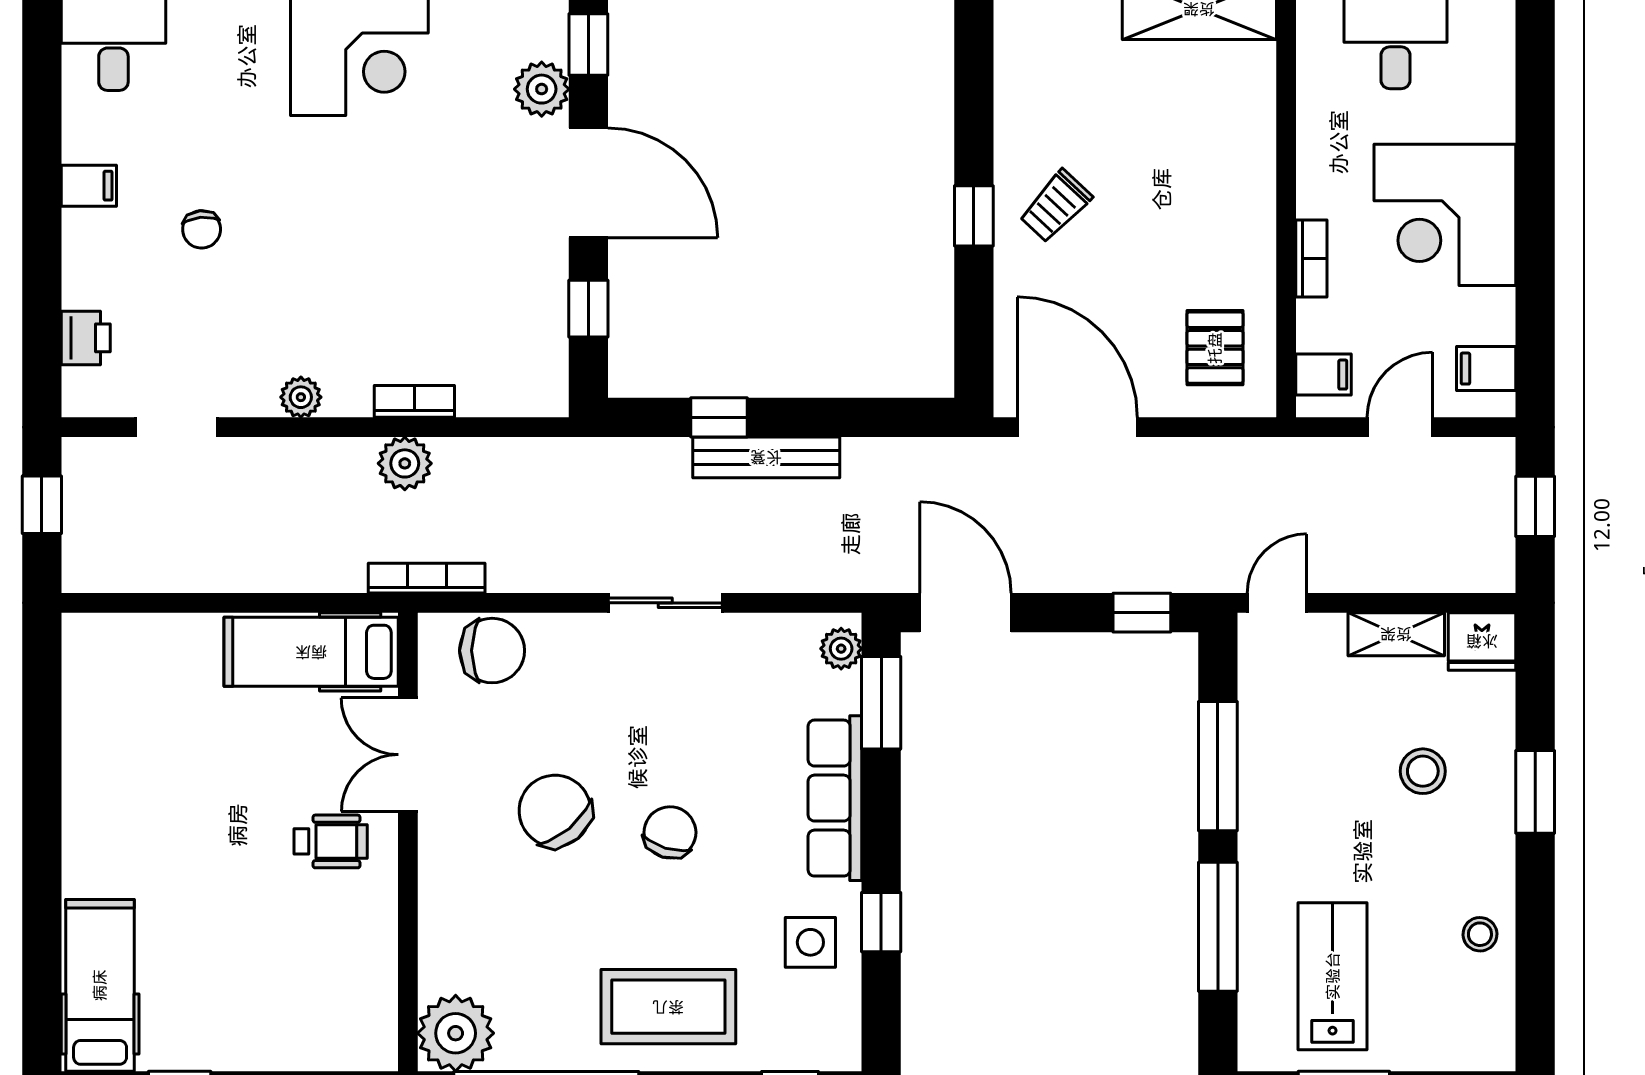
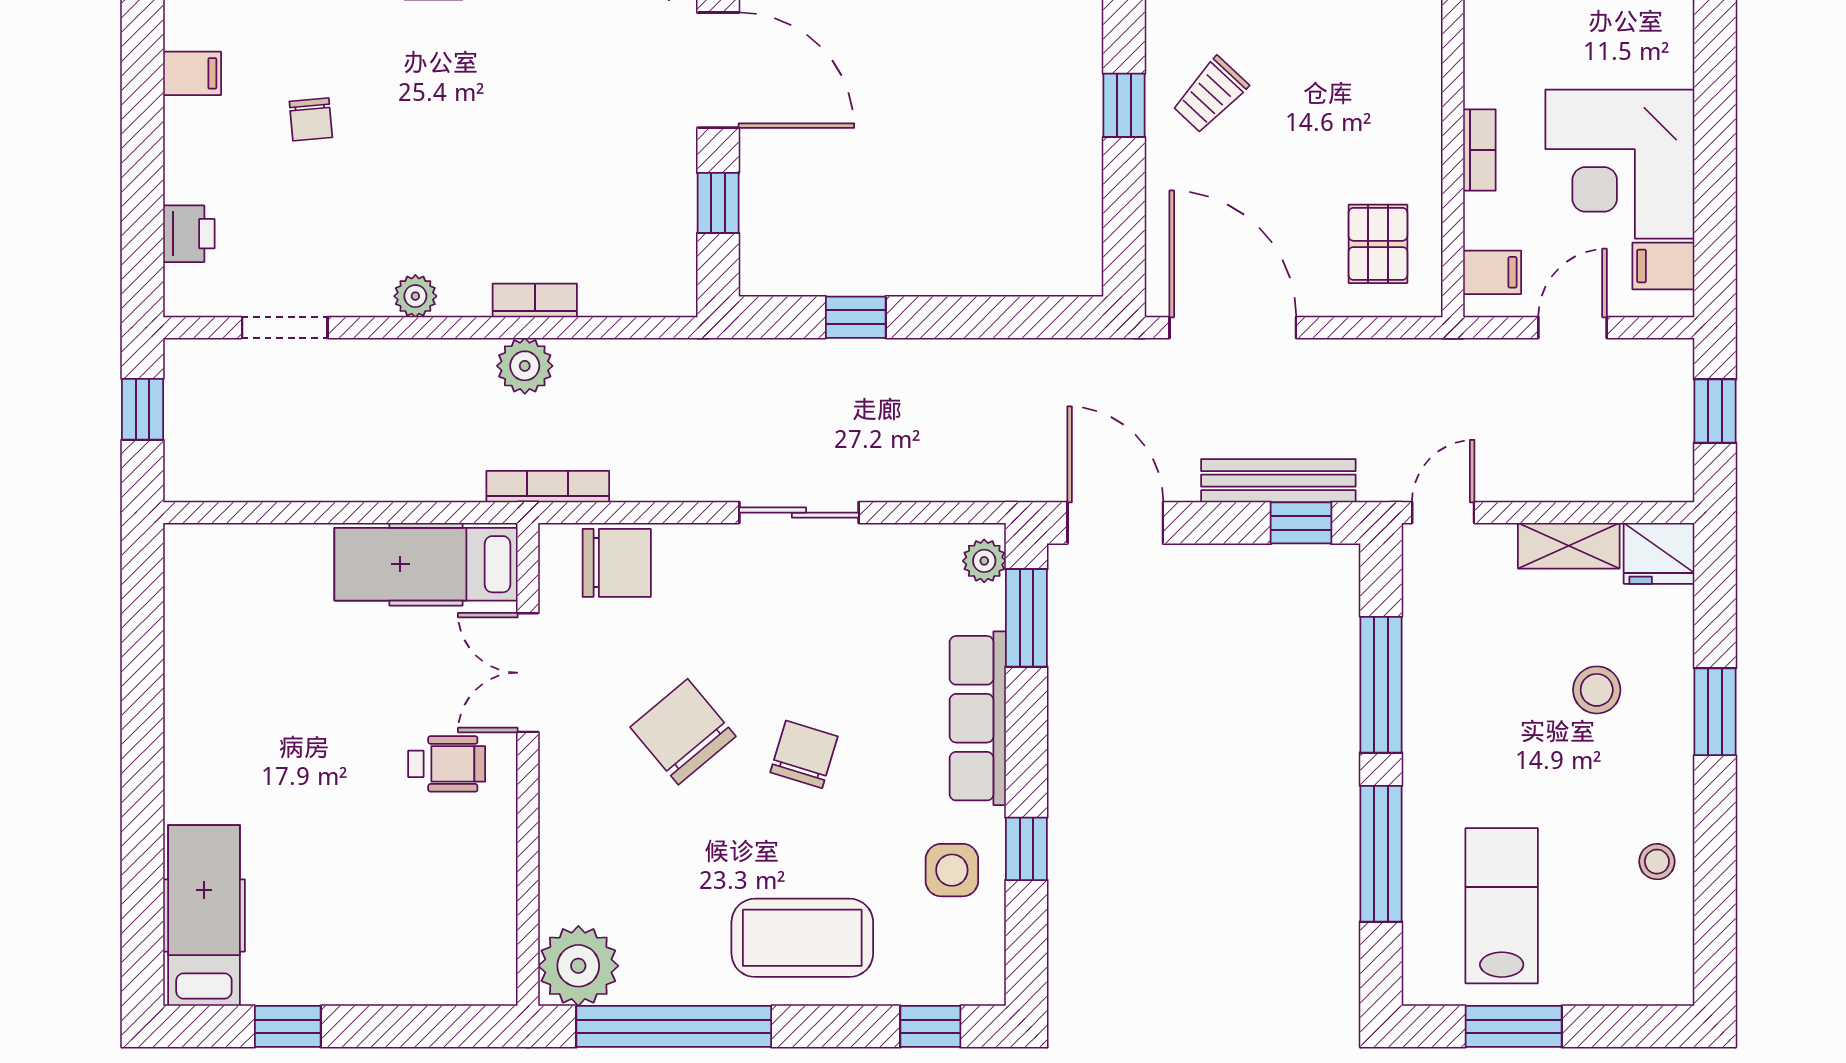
corner desk: (1445, 215) -> (1620, 164), moved
bench: (766, 457) -> (1278, 481), moved

